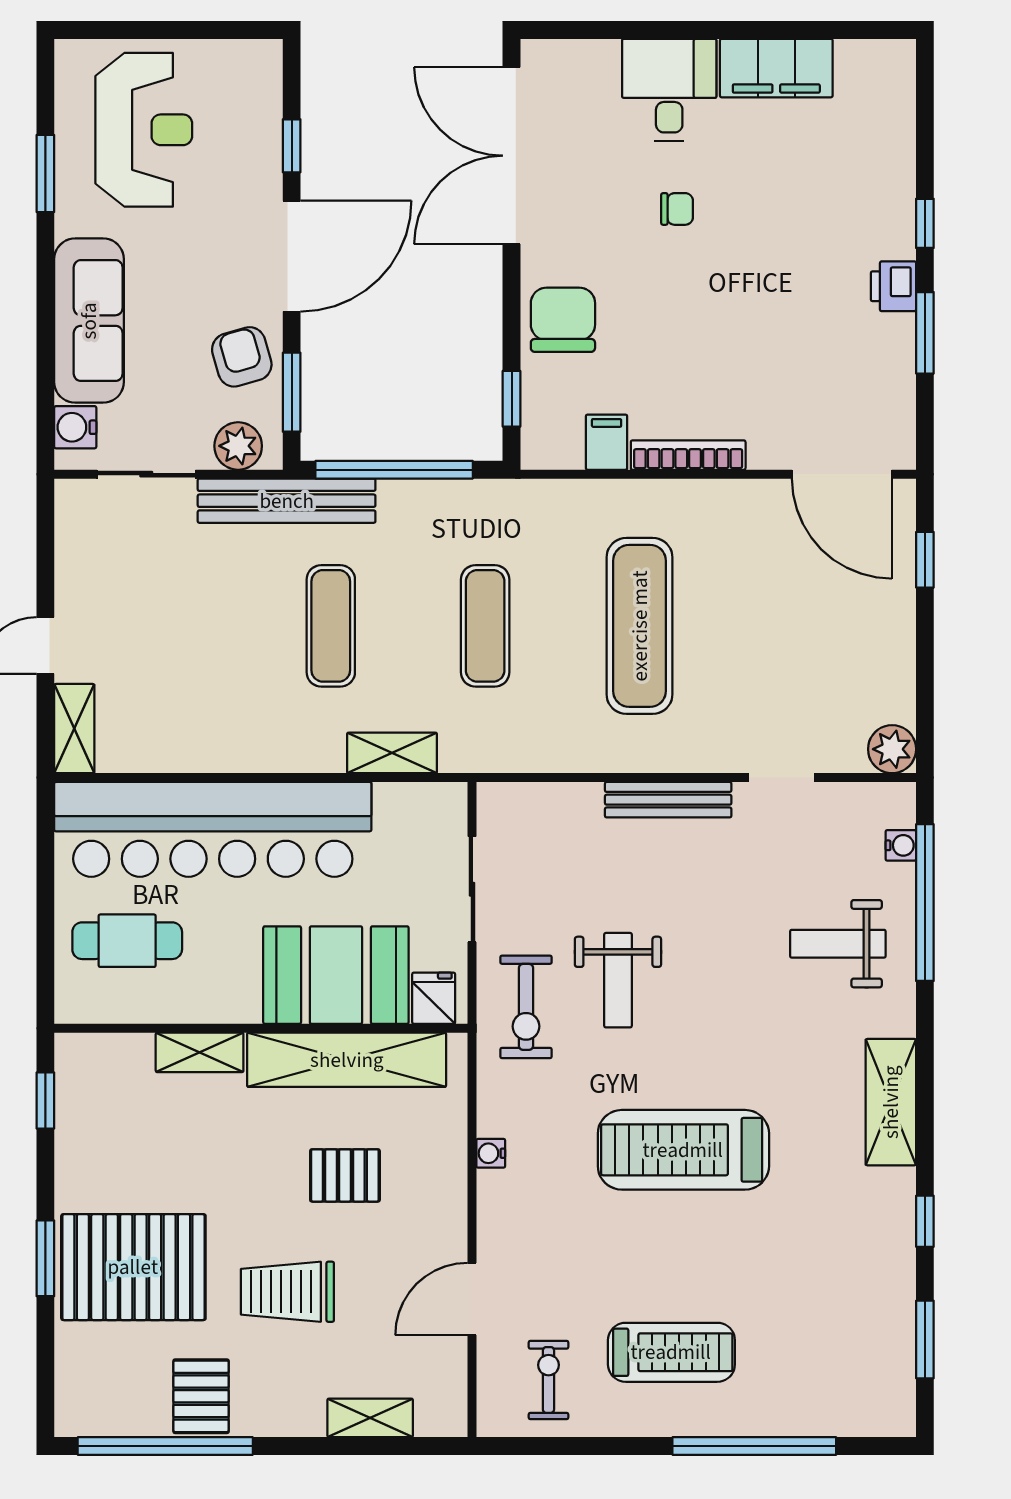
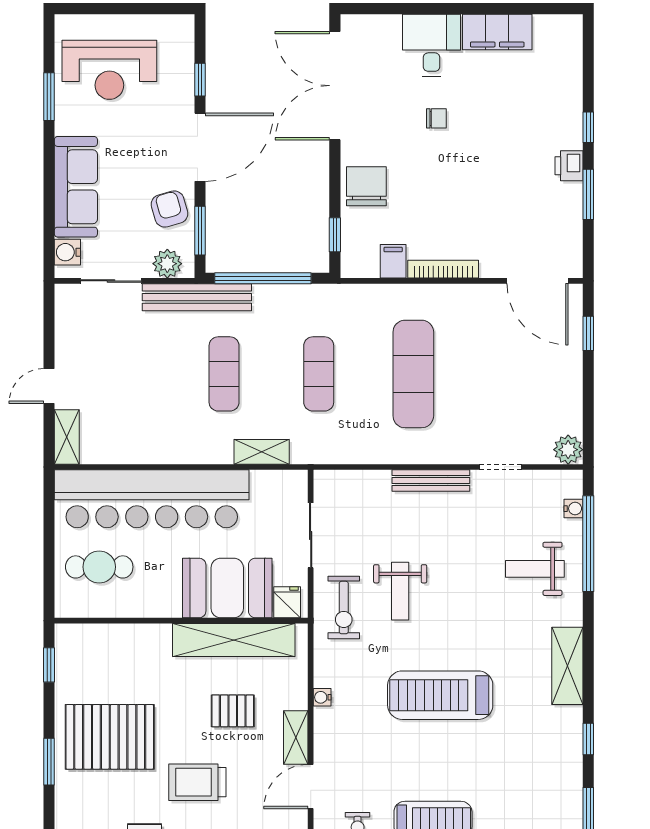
reception desk: (144, 130) -> (109, 70), turned 90
shelving: (200, 1052) -> (296, 737), moved, turned 90
pallet: (133, 1267) -> (110, 737), moved

